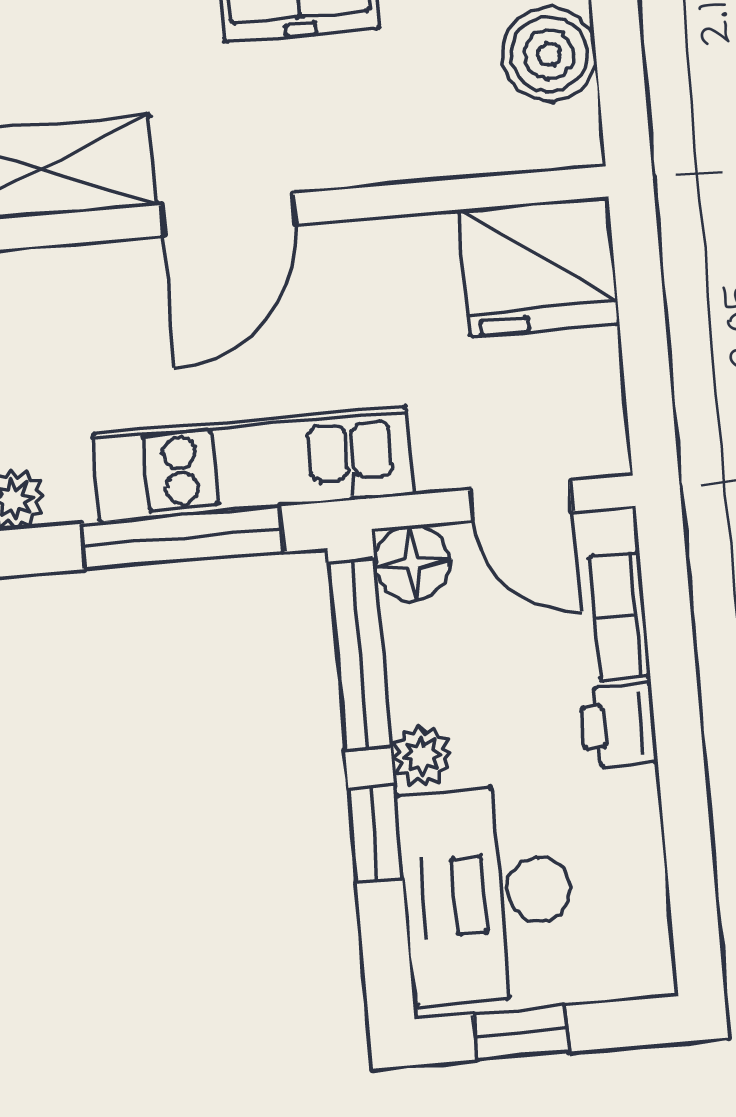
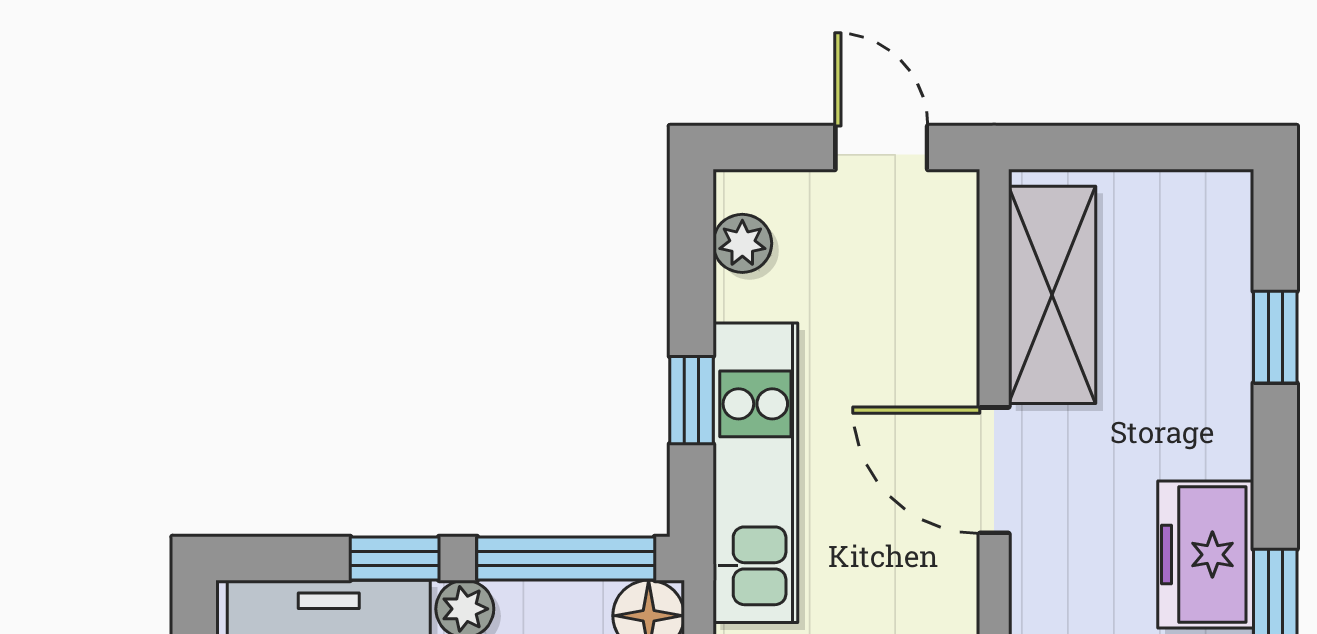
window: (182, 538) -> (691, 400), width x0.46

